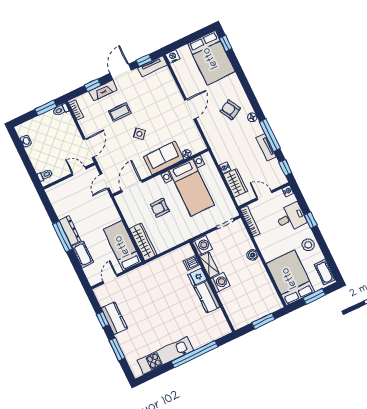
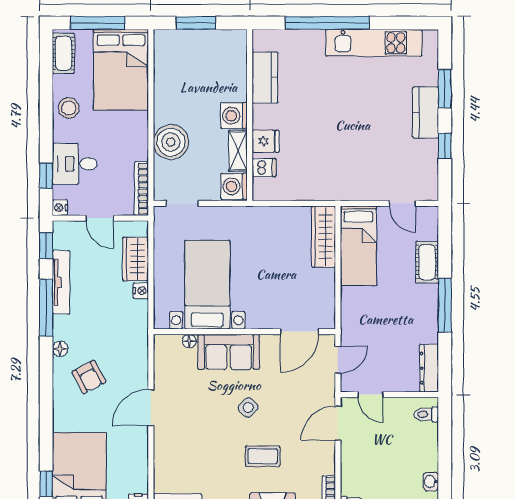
tv unit: (266, 147) -> (61, 282), width x1.41
armchair: (160, 208) -> (272, 277), removed
window: (311, 220) -> (46, 176), moved
dresser: (70, 231) -> (429, 368), moved
boiler: (253, 255) -> (171, 142), width x1.86, depth x1.86
door: (110, 279) -> (402, 203), hinge flipped
kitchen counter: (207, 297) -> (265, 78), moved
window: (314, 297) -> (98, 23), width x1.44
kitchen counter: (114, 318) -> (426, 113), moved

